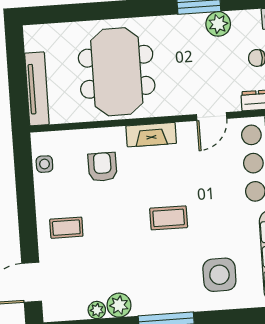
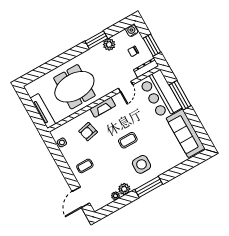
meeting table: (117, 72) -> (74, 87), turned 90
armchair: (102, 167) -> (88, 132), turned -103
side table: (219, 275) -> (141, 164), moved

